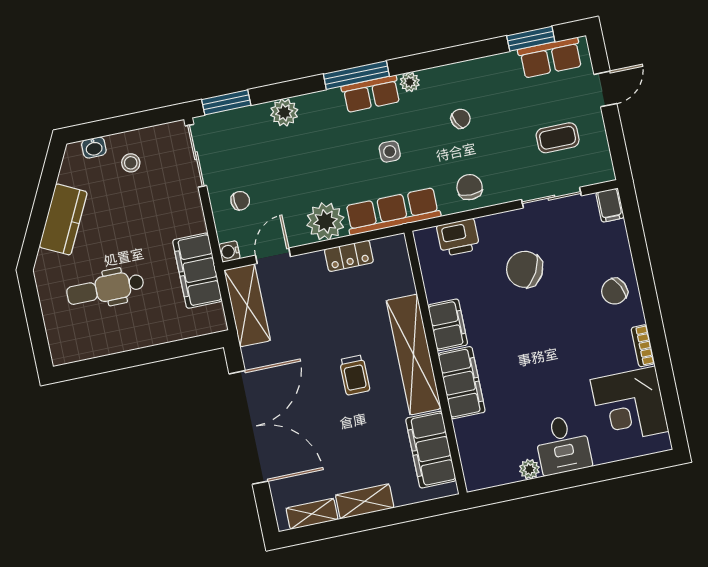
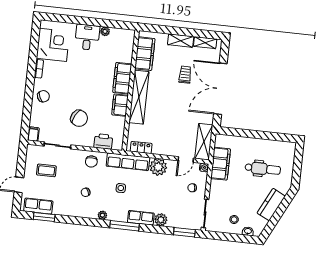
row of seats: (371, 94) -> (141, 218), moved
locker: (349, 256) -> (141, 147), moved
trolley: (355, 375) -> (185, 75), moved

